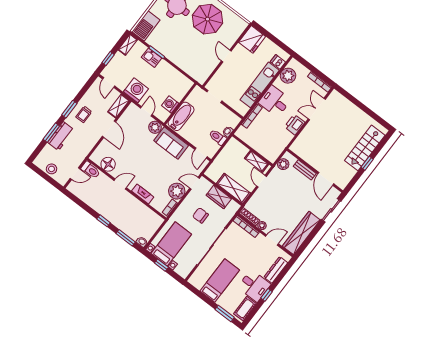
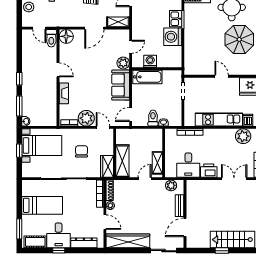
door: (226, 56) -> (222, 76), hinge flipped
washing machine: (136, 90) -> (173, 37), moved, turned 180
desk: (275, 101) -> (188, 165), moved, turned 180
floor lamp: (108, 164) -> (66, 36), moved
wardrobe: (219, 197) -> (107, 166), moved

